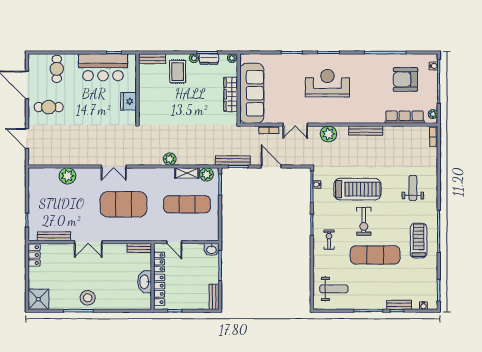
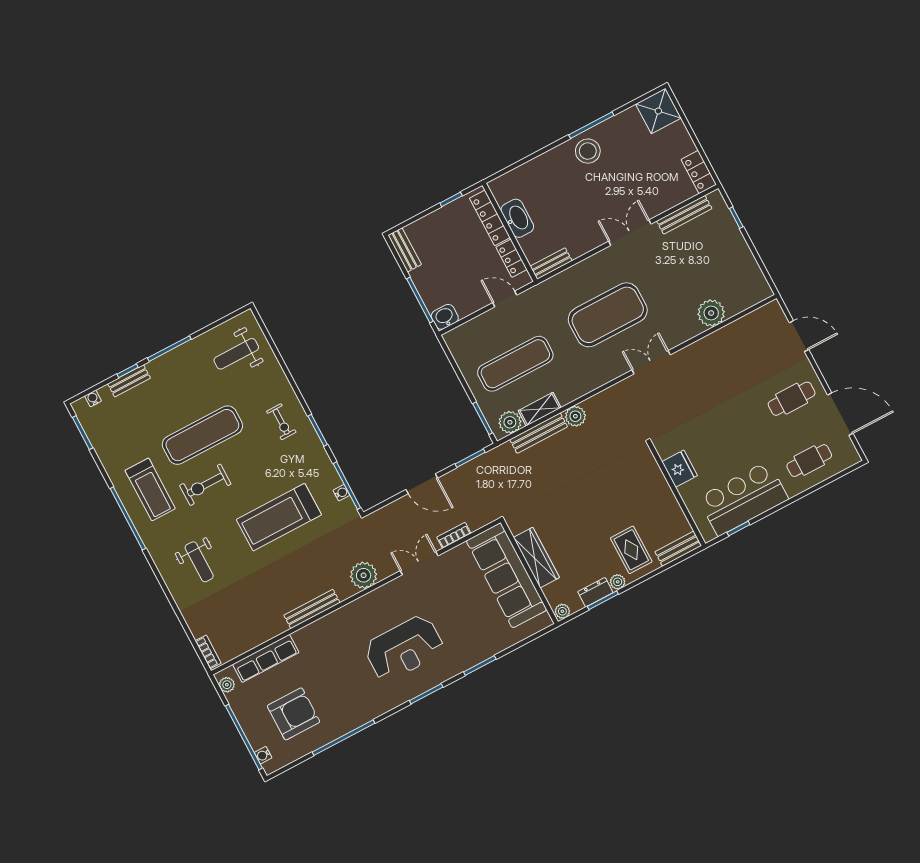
cafe table: (57, 69) -> (809, 461), turned 90
bench: (233, 160) -> (539, 433), moved
exercise bike: (364, 221) -> (205, 485), moved, turned -90

